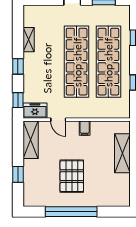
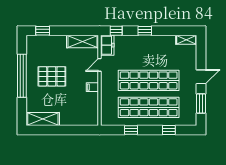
shelving: (29, 40) -> (186, 40), moved
shelving: (122, 153) -> (43, 119), moved
window: (18, 174) -> (43, 31), moved

